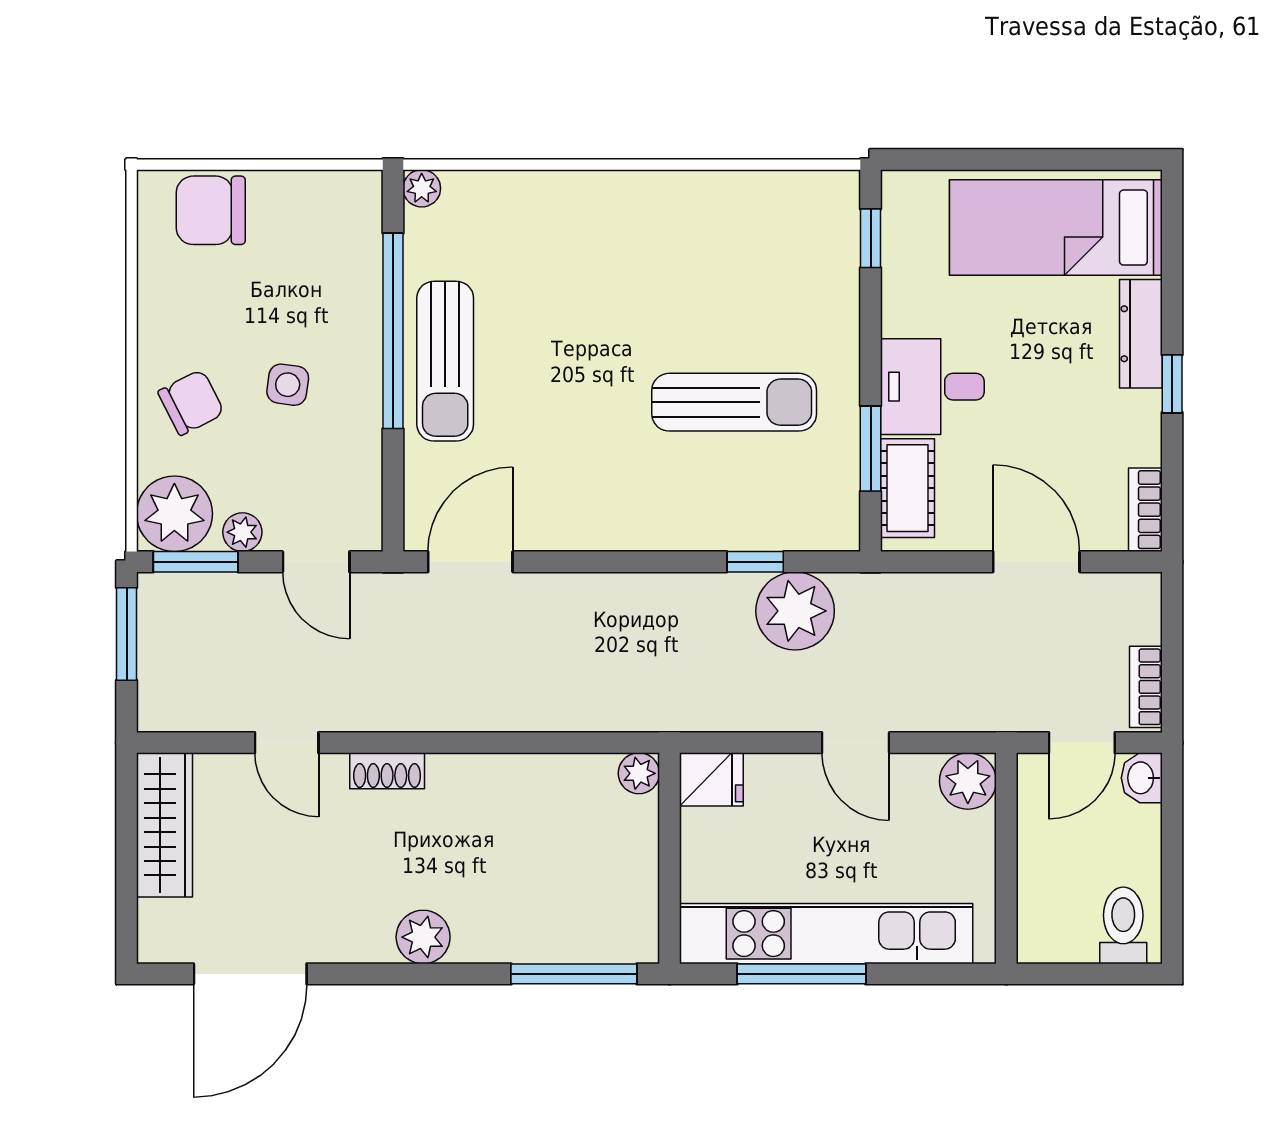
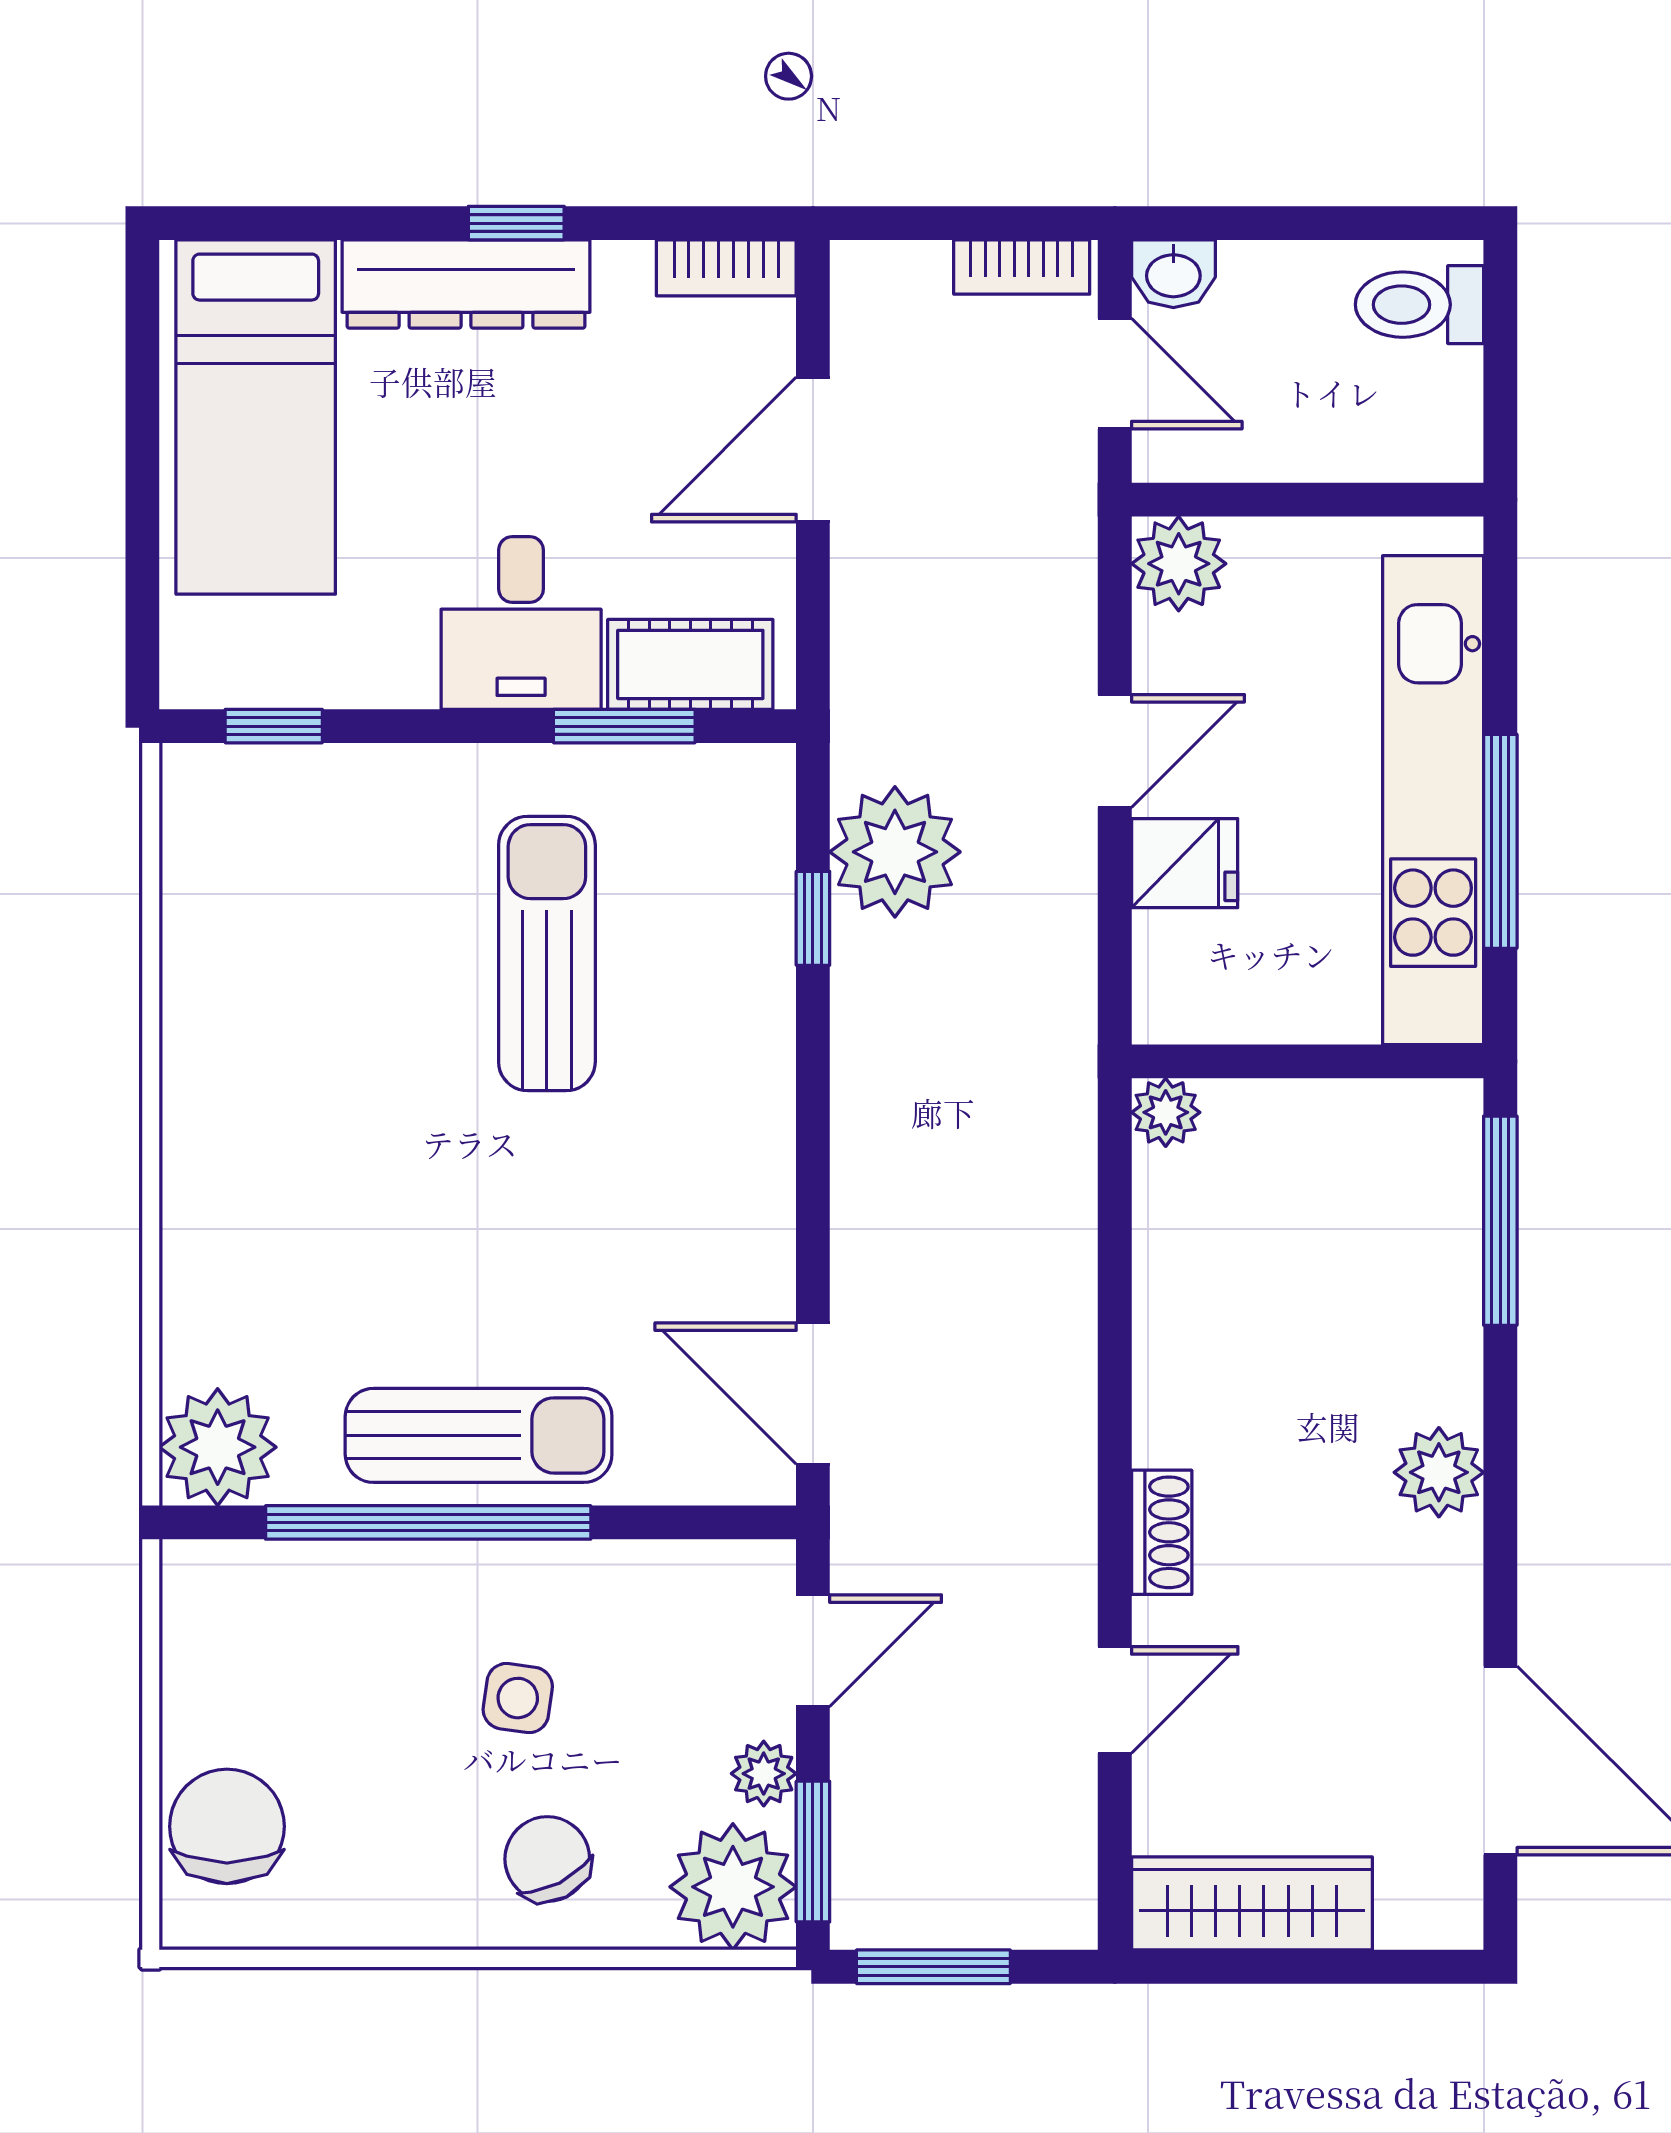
plant: (422, 188) -> (218, 1447), width x1.88, depth x1.88
chair: (211, 210) -> (227, 1826), turned 180
dresser: (1141, 334) -> (466, 284), width x1.37, depth x1.24
fridge: (711, 779) -> (1185, 863), moved, turned 90

